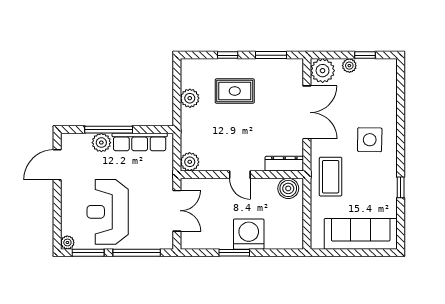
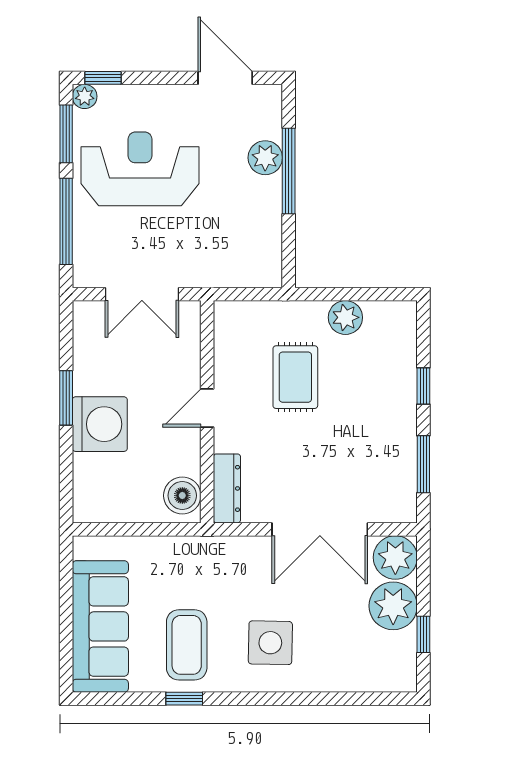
plant: (349, 66) -> (393, 606), width x1.88, depth x1.88
rug: (235, 91) -> (295, 377), moved
row of seats: (140, 142) -> (266, 227), removed
plant: (190, 162) -> (230, 317), removed
coffee table: (331, 177) -> (187, 645), moved, turned 90
window: (57, 232) -> (103, 78), added

